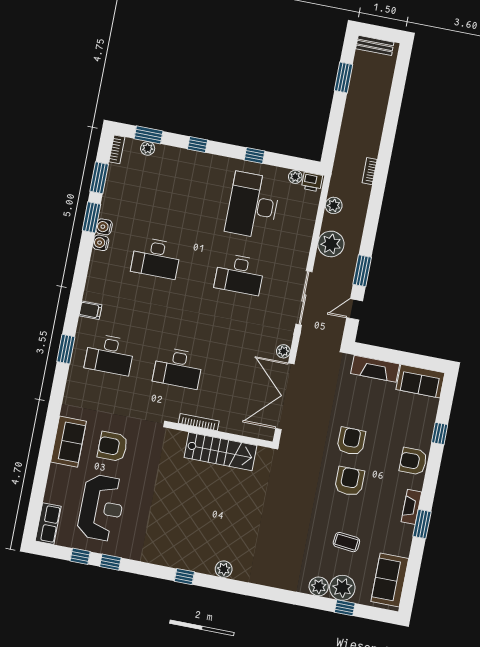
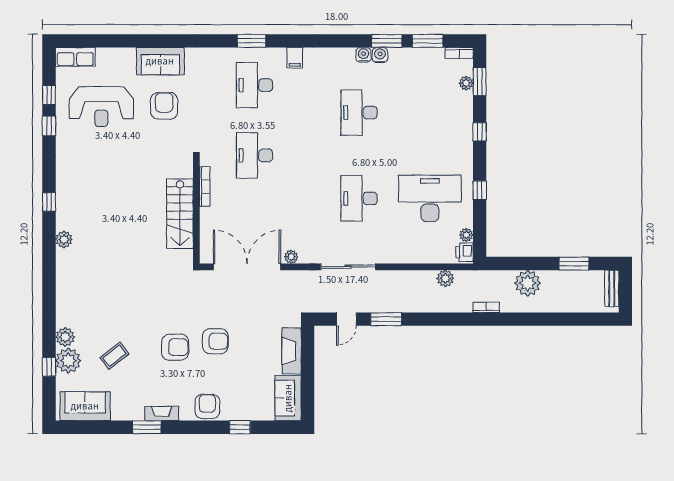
plant: (331, 244) -> (528, 283), moved
door: (355, 309) -> (346, 319), swing flipped
coffee table: (346, 542) -> (114, 356), turned 46

